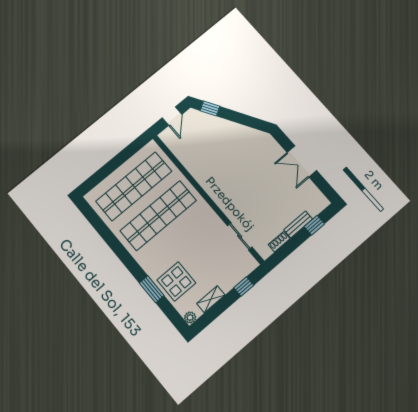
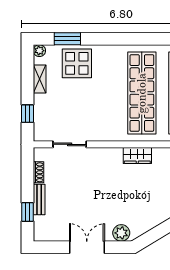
plant: (271, 146) -> (121, 233), added
wardrobe: (206, 181) -> (137, 155), added
window: (152, 289) -> (67, 39), moved

